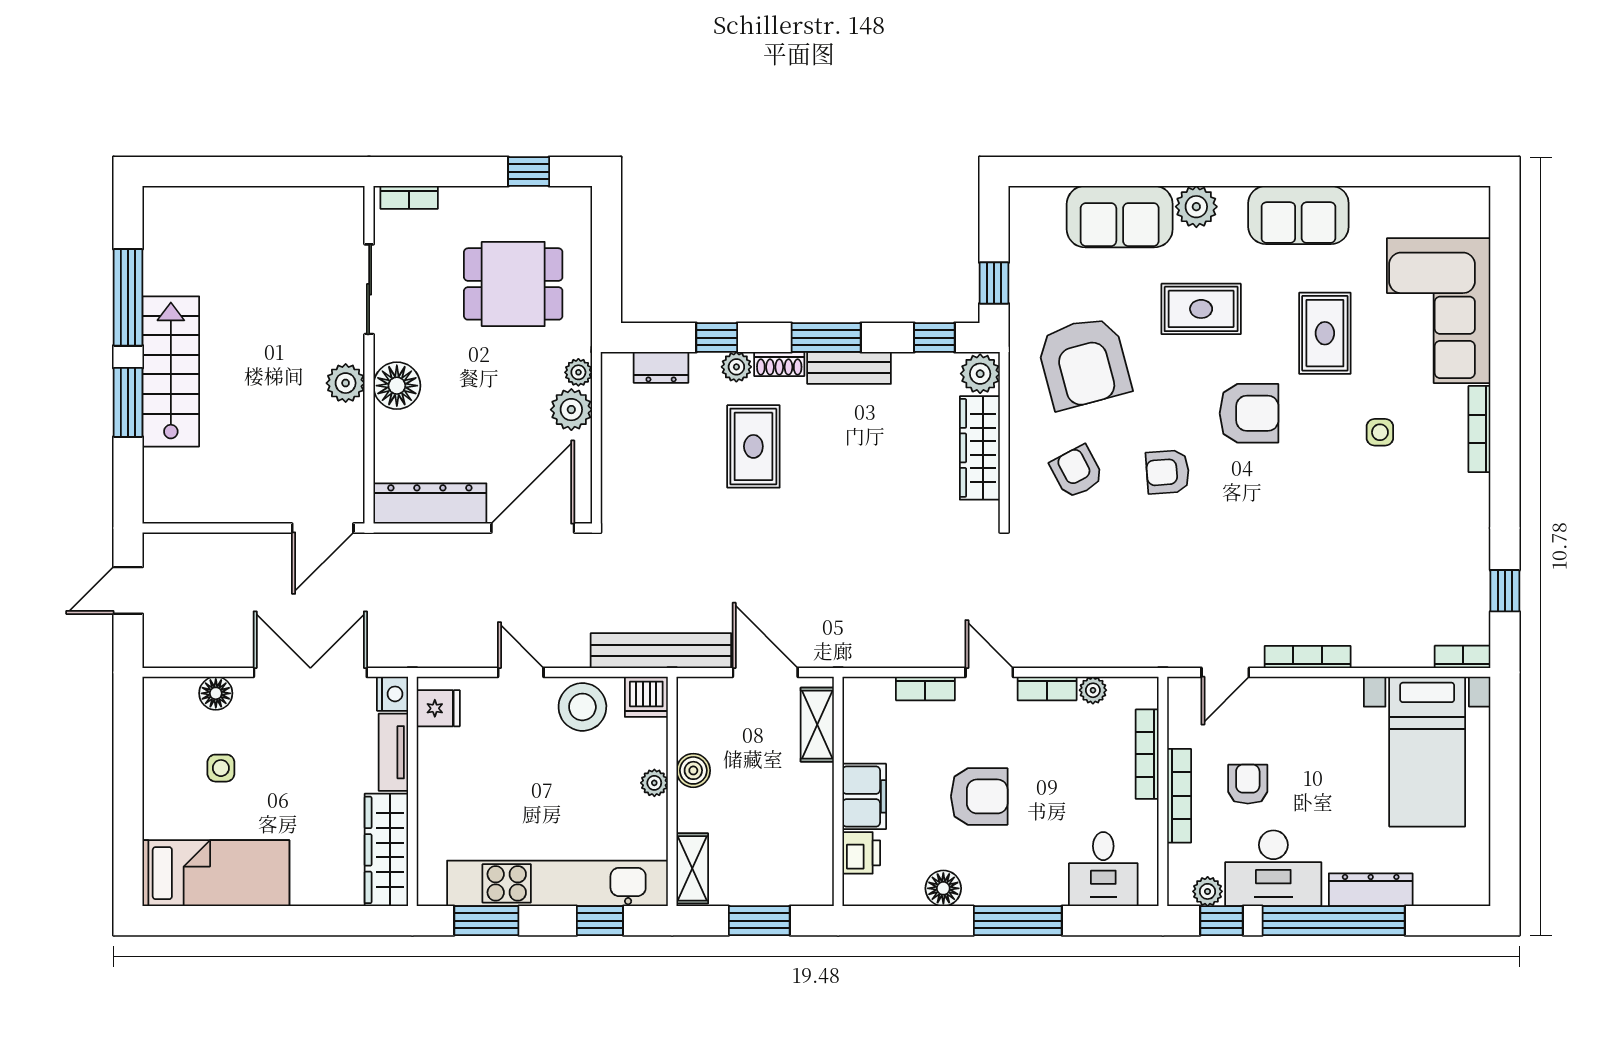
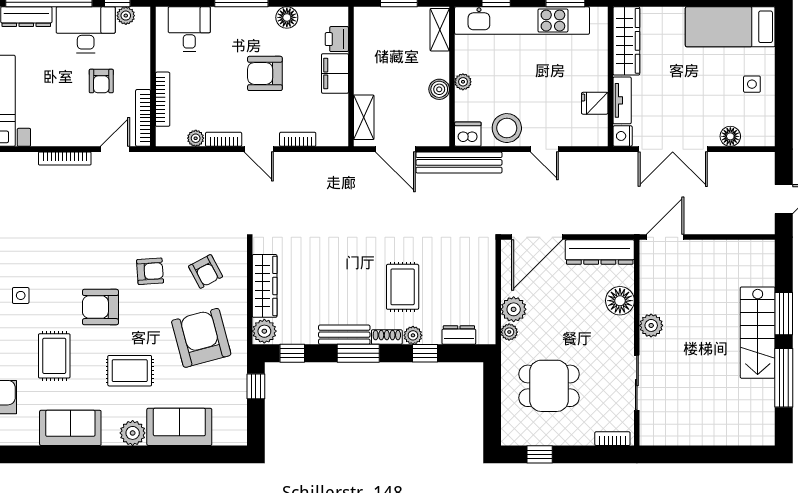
floor lamp: (397, 386) -> (620, 301), moved
fridge: (438, 708) -> (595, 103), moved
side table: (221, 768) -> (752, 84), moved
bookcase: (1179, 796) -> (143, 118), moved

